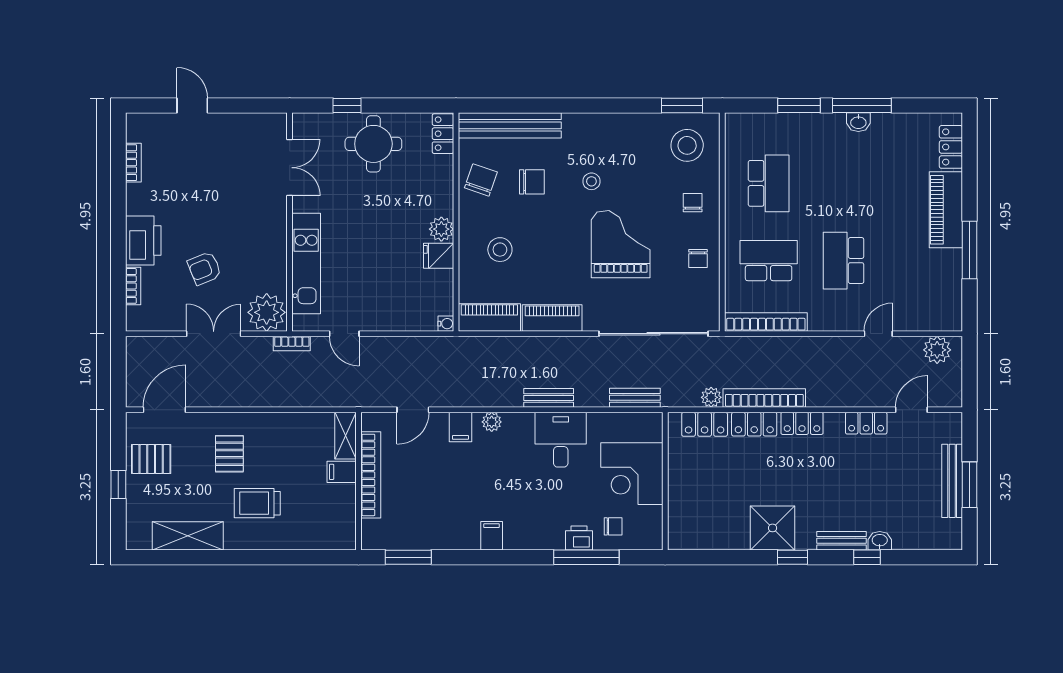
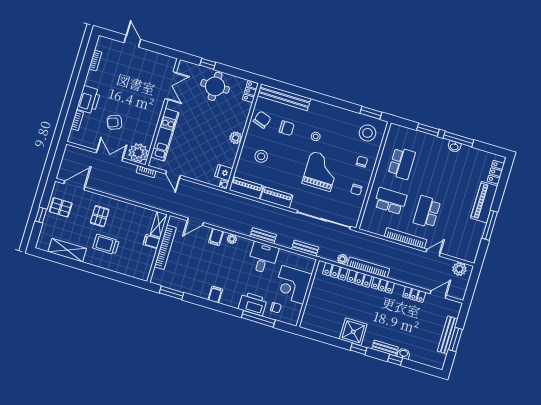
fridge: (439, 256) -> (224, 173), moved
bookcase: (766, 322) -> (406, 238), moved
printer: (579, 538) -> (253, 304), width x1.87, depth x1.48

